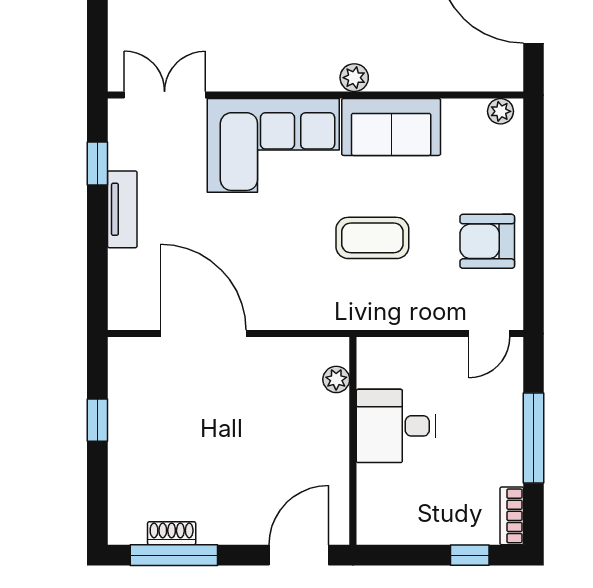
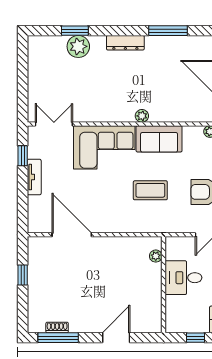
plant: (336, 379) -> (156, 256), moved
desk: (396, 426) -> (183, 278), moved
wall: (353, 441) -> (163, 285), moved

